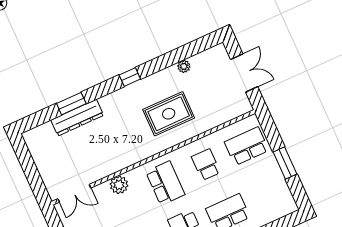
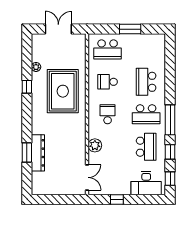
window: (130, 77) -> (27, 87), moved
rug: (169, 114) -> (63, 91), width x1.37, depth x1.44
school desk: (247, 146) -> (108, 49), turned -90
school desk: (165, 183) -> (108, 114), width x0.54

